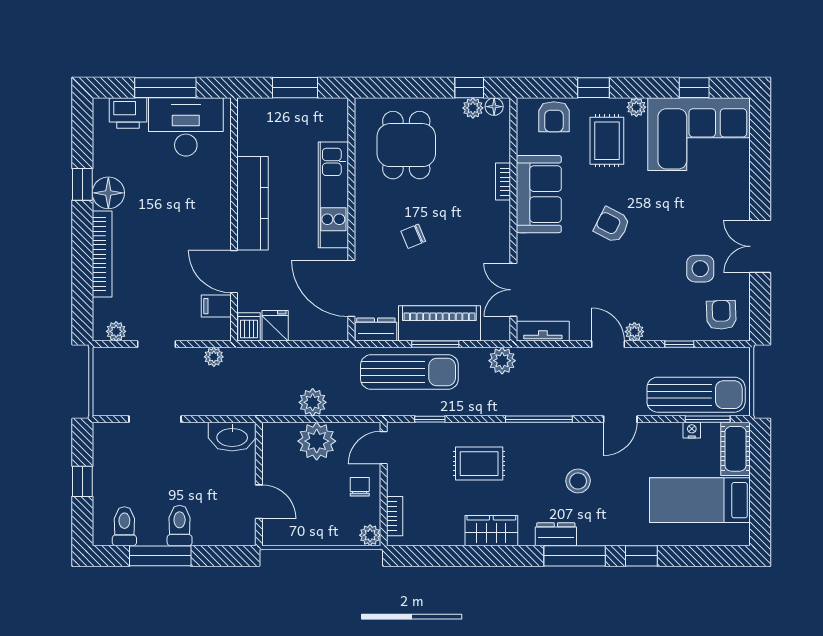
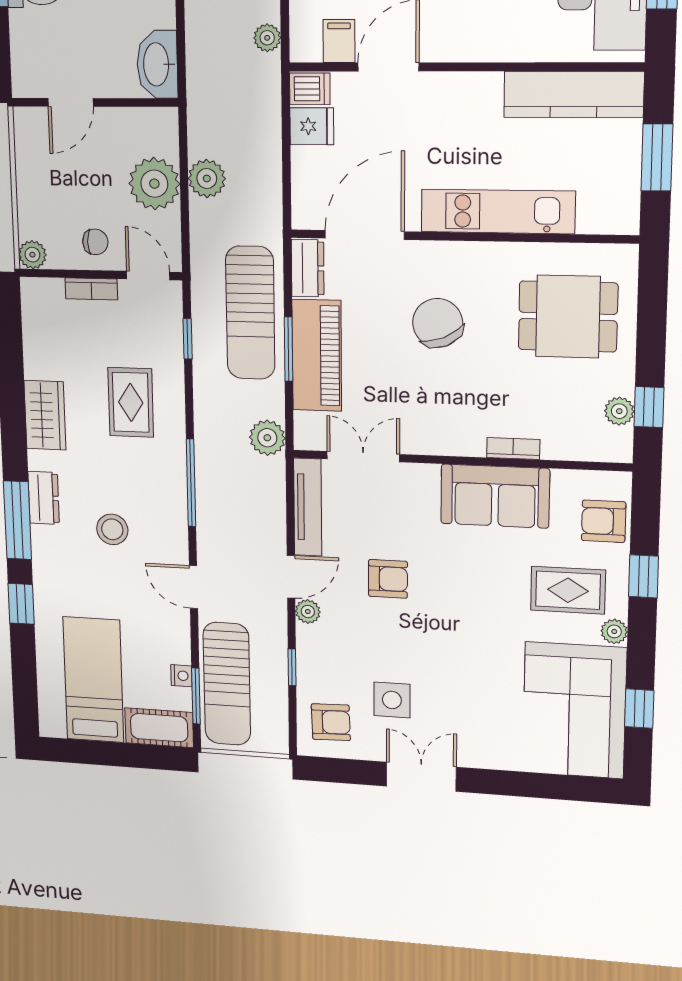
floor lamp: (494, 107) -> (620, 441), removed
kitchen counter: (253, 203) -> (574, 94), moved
armchair: (612, 225) -> (388, 579), moved, turned 63
chair: (413, 236) -> (438, 323), width x1.87, depth x1.87
tv unit: (543, 331) -> (308, 507), width x1.41
bookcase: (395, 516) -> (91, 289), moved

